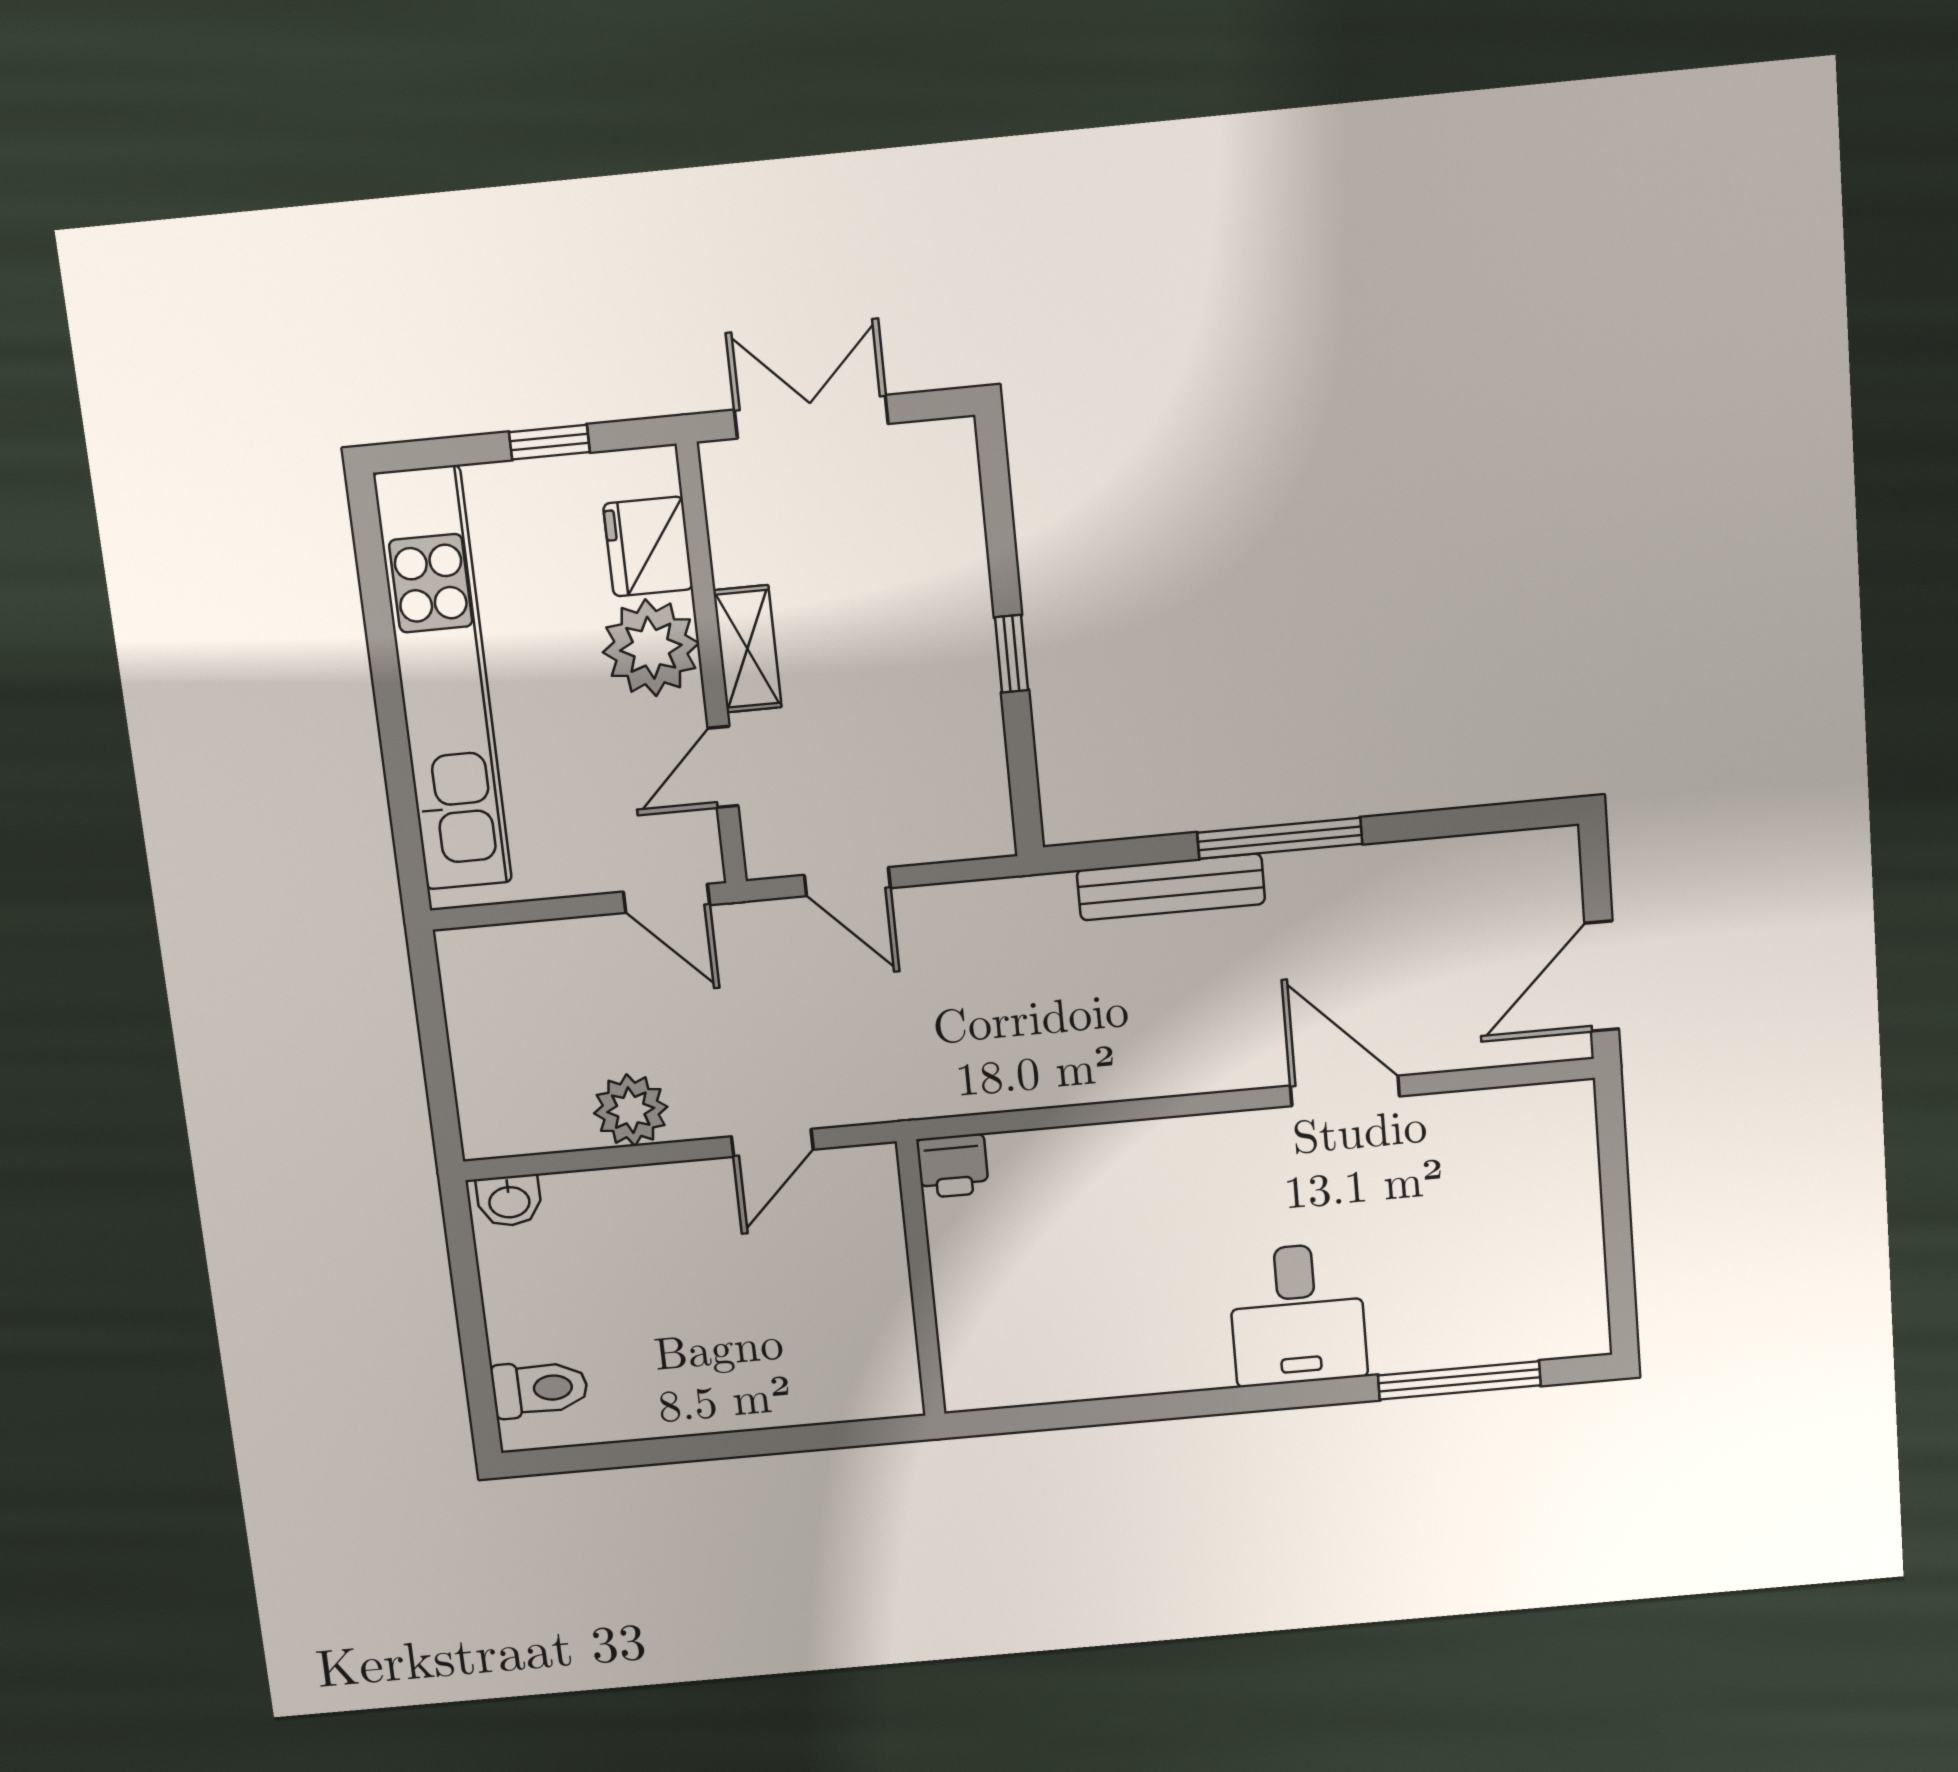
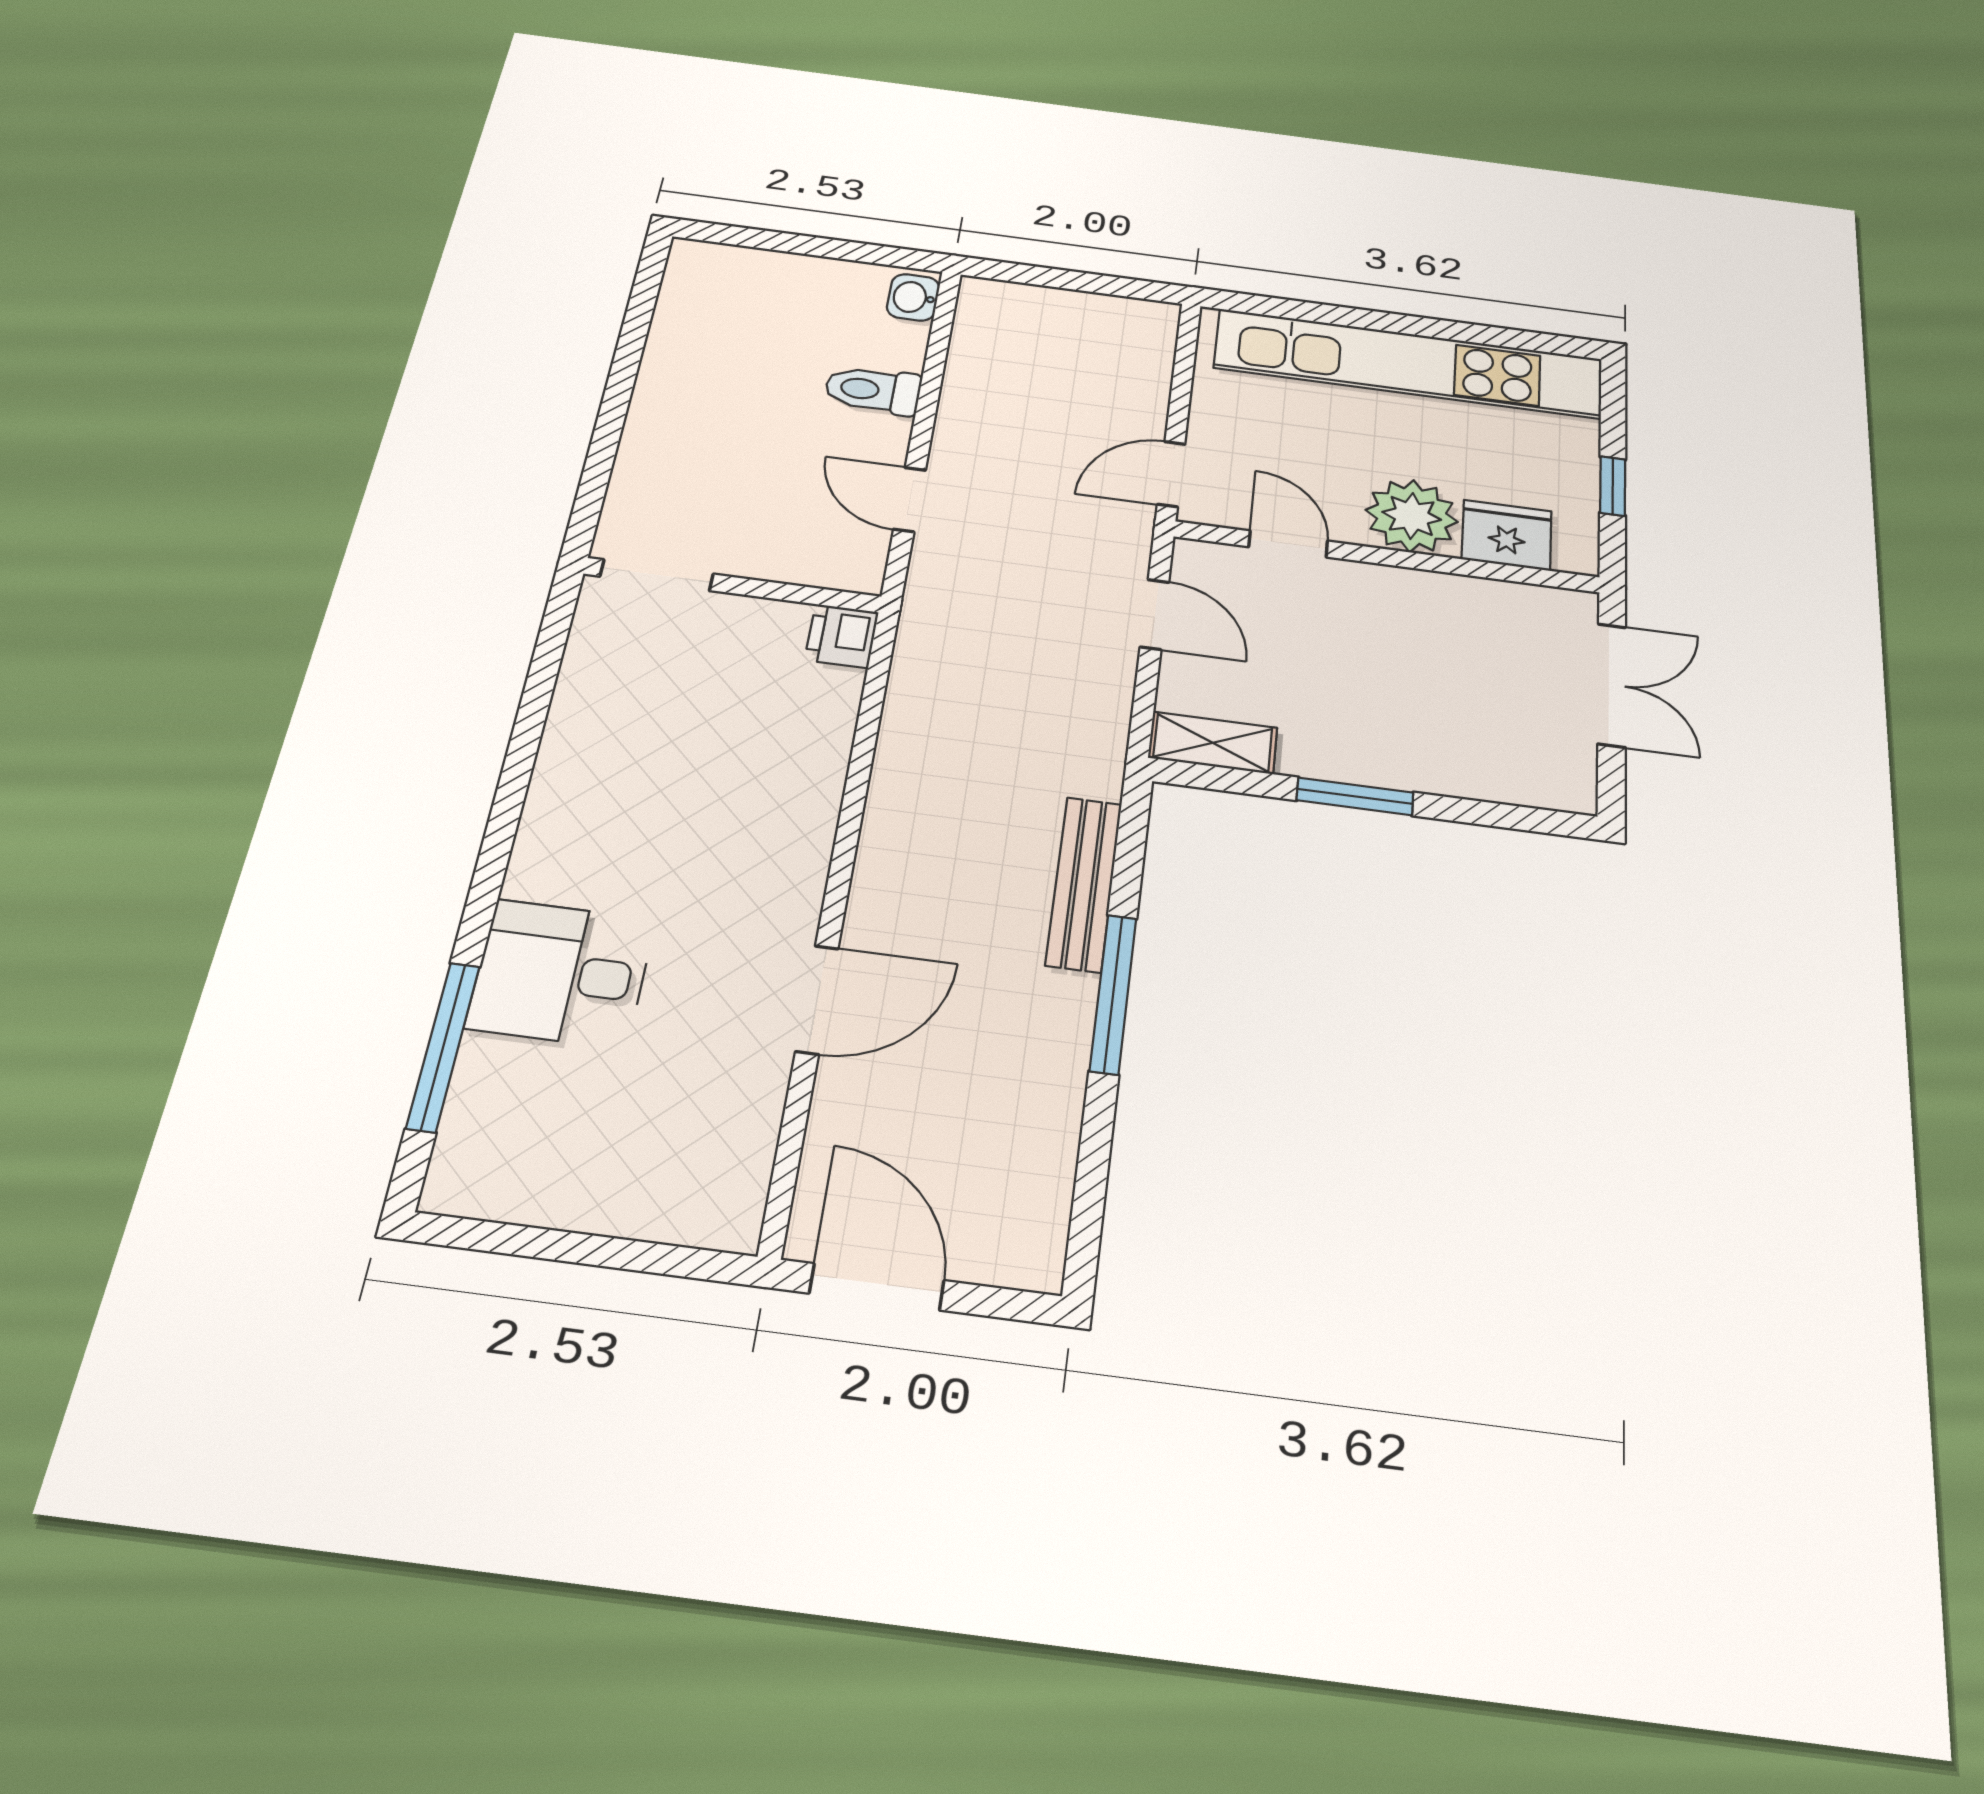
shelving: (747, 649) -> (1213, 743), moved
window: (1011, 654) -> (1355, 796), width x1.50
door: (847, 882) -> (1155, 614), swing flipped
plant: (631, 1110) -> (974, 402), removed
desk: (1297, 1314) -> (561, 973), moved
doorway: (928, 1349) -> (657, 575), added
toilet: (540, 1389) -> (873, 390), moved, turned 90

